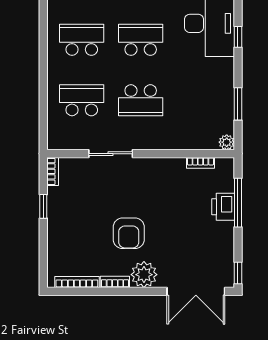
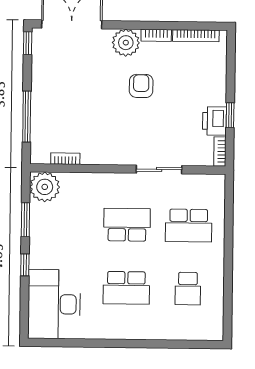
window: (238, 37) -> (25, 265), moved
school desk: (82, 40) -> (188, 289), width x0.54
plant: (227, 142) -> (45, 187), width x1.87, depth x1.87
printer: (223, 207) -> (214, 121), moved, turned 180
armchair: (129, 233) -> (141, 86), width x0.72, depth x0.72

